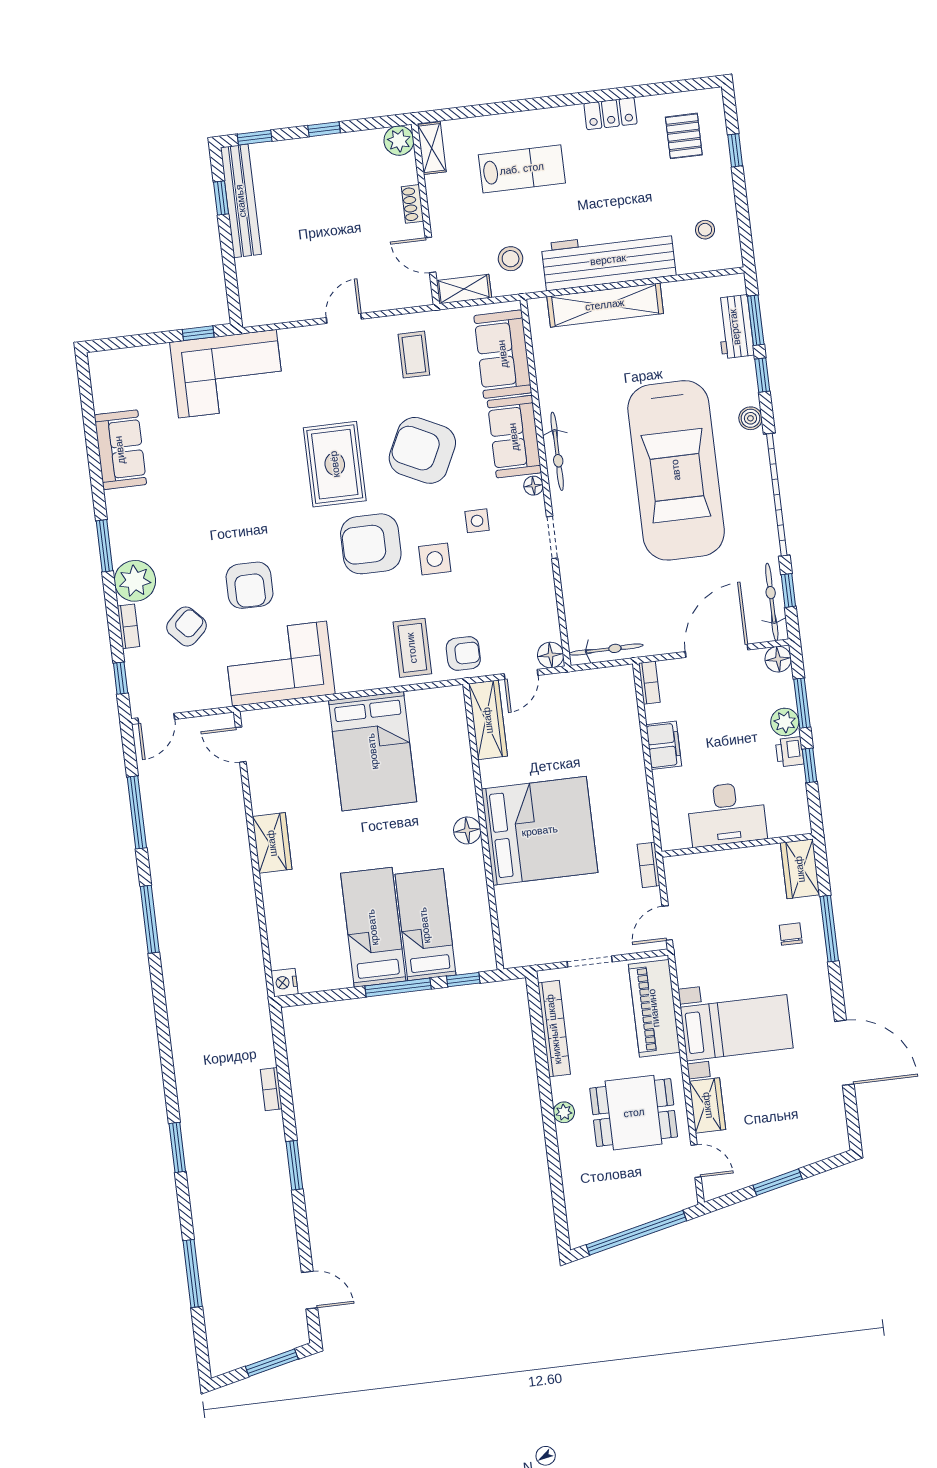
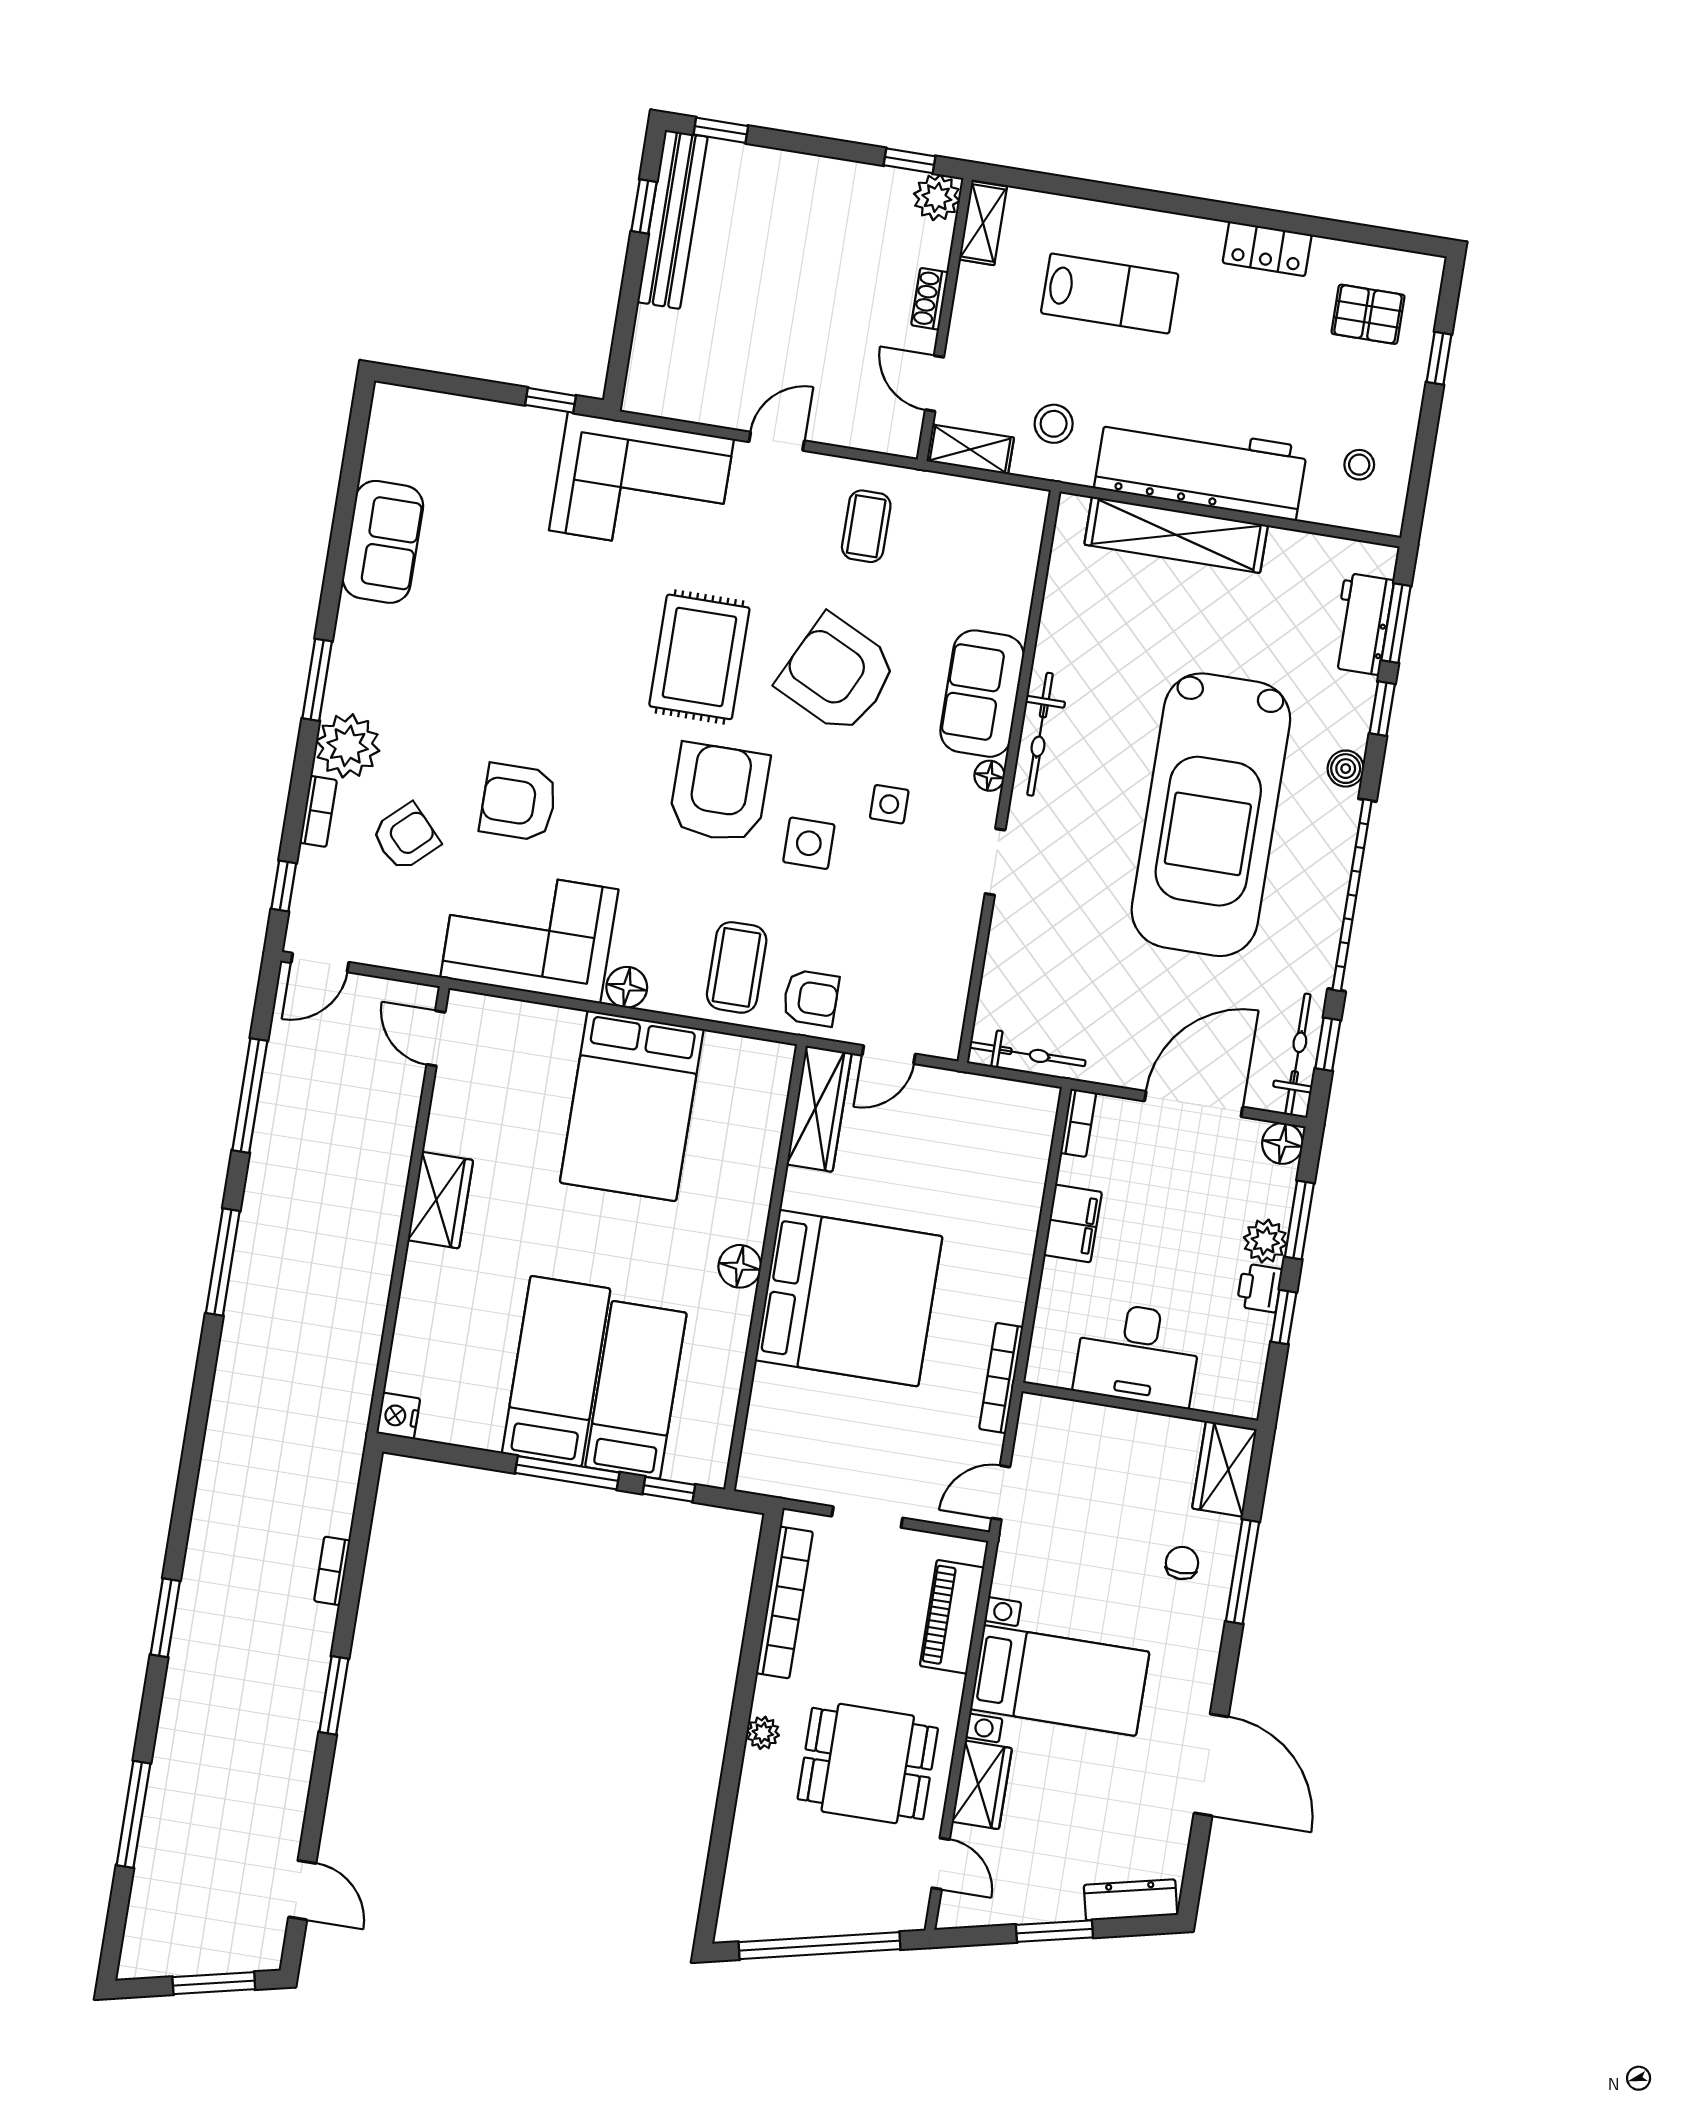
window: (324, 129) -> (909, 161), moved
pallet: (684, 136) -> (1368, 314), turned 90
sofa: (503, 354) -> (1000, 564), removed
corner sofa: (227, 374) -> (641, 484), moved
armchair: (371, 544) -> (719, 793), turned 90
armchair: (249, 585) -> (518, 802), turned 90
floor lamp: (551, 655) -> (627, 987), moved
bookcase: (649, 865) -> (1001, 1378), width x1.56
piano: (654, 1008) -> (952, 1617), width x0.73, depth x0.75
dresser: (819, 1150) -> (1131, 1900), added

